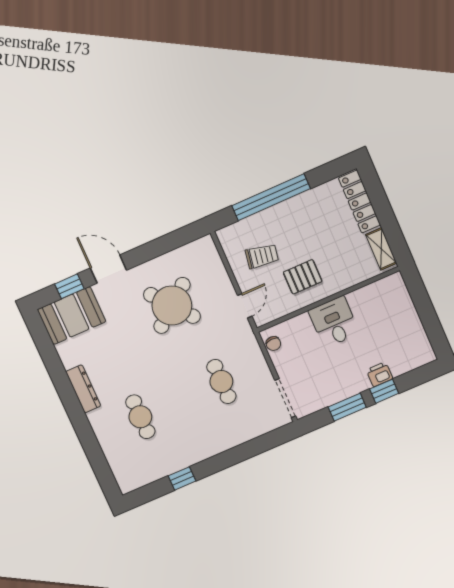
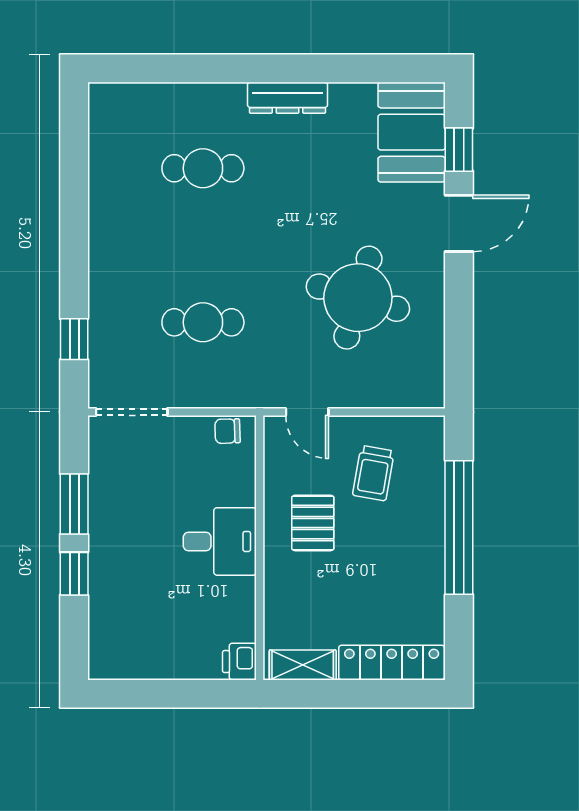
round table: (172, 305) -> (358, 298), turned -35
printer: (380, 374) -> (239, 662), moved, turned 180
window: (182, 478) -> (74, 339), moved

